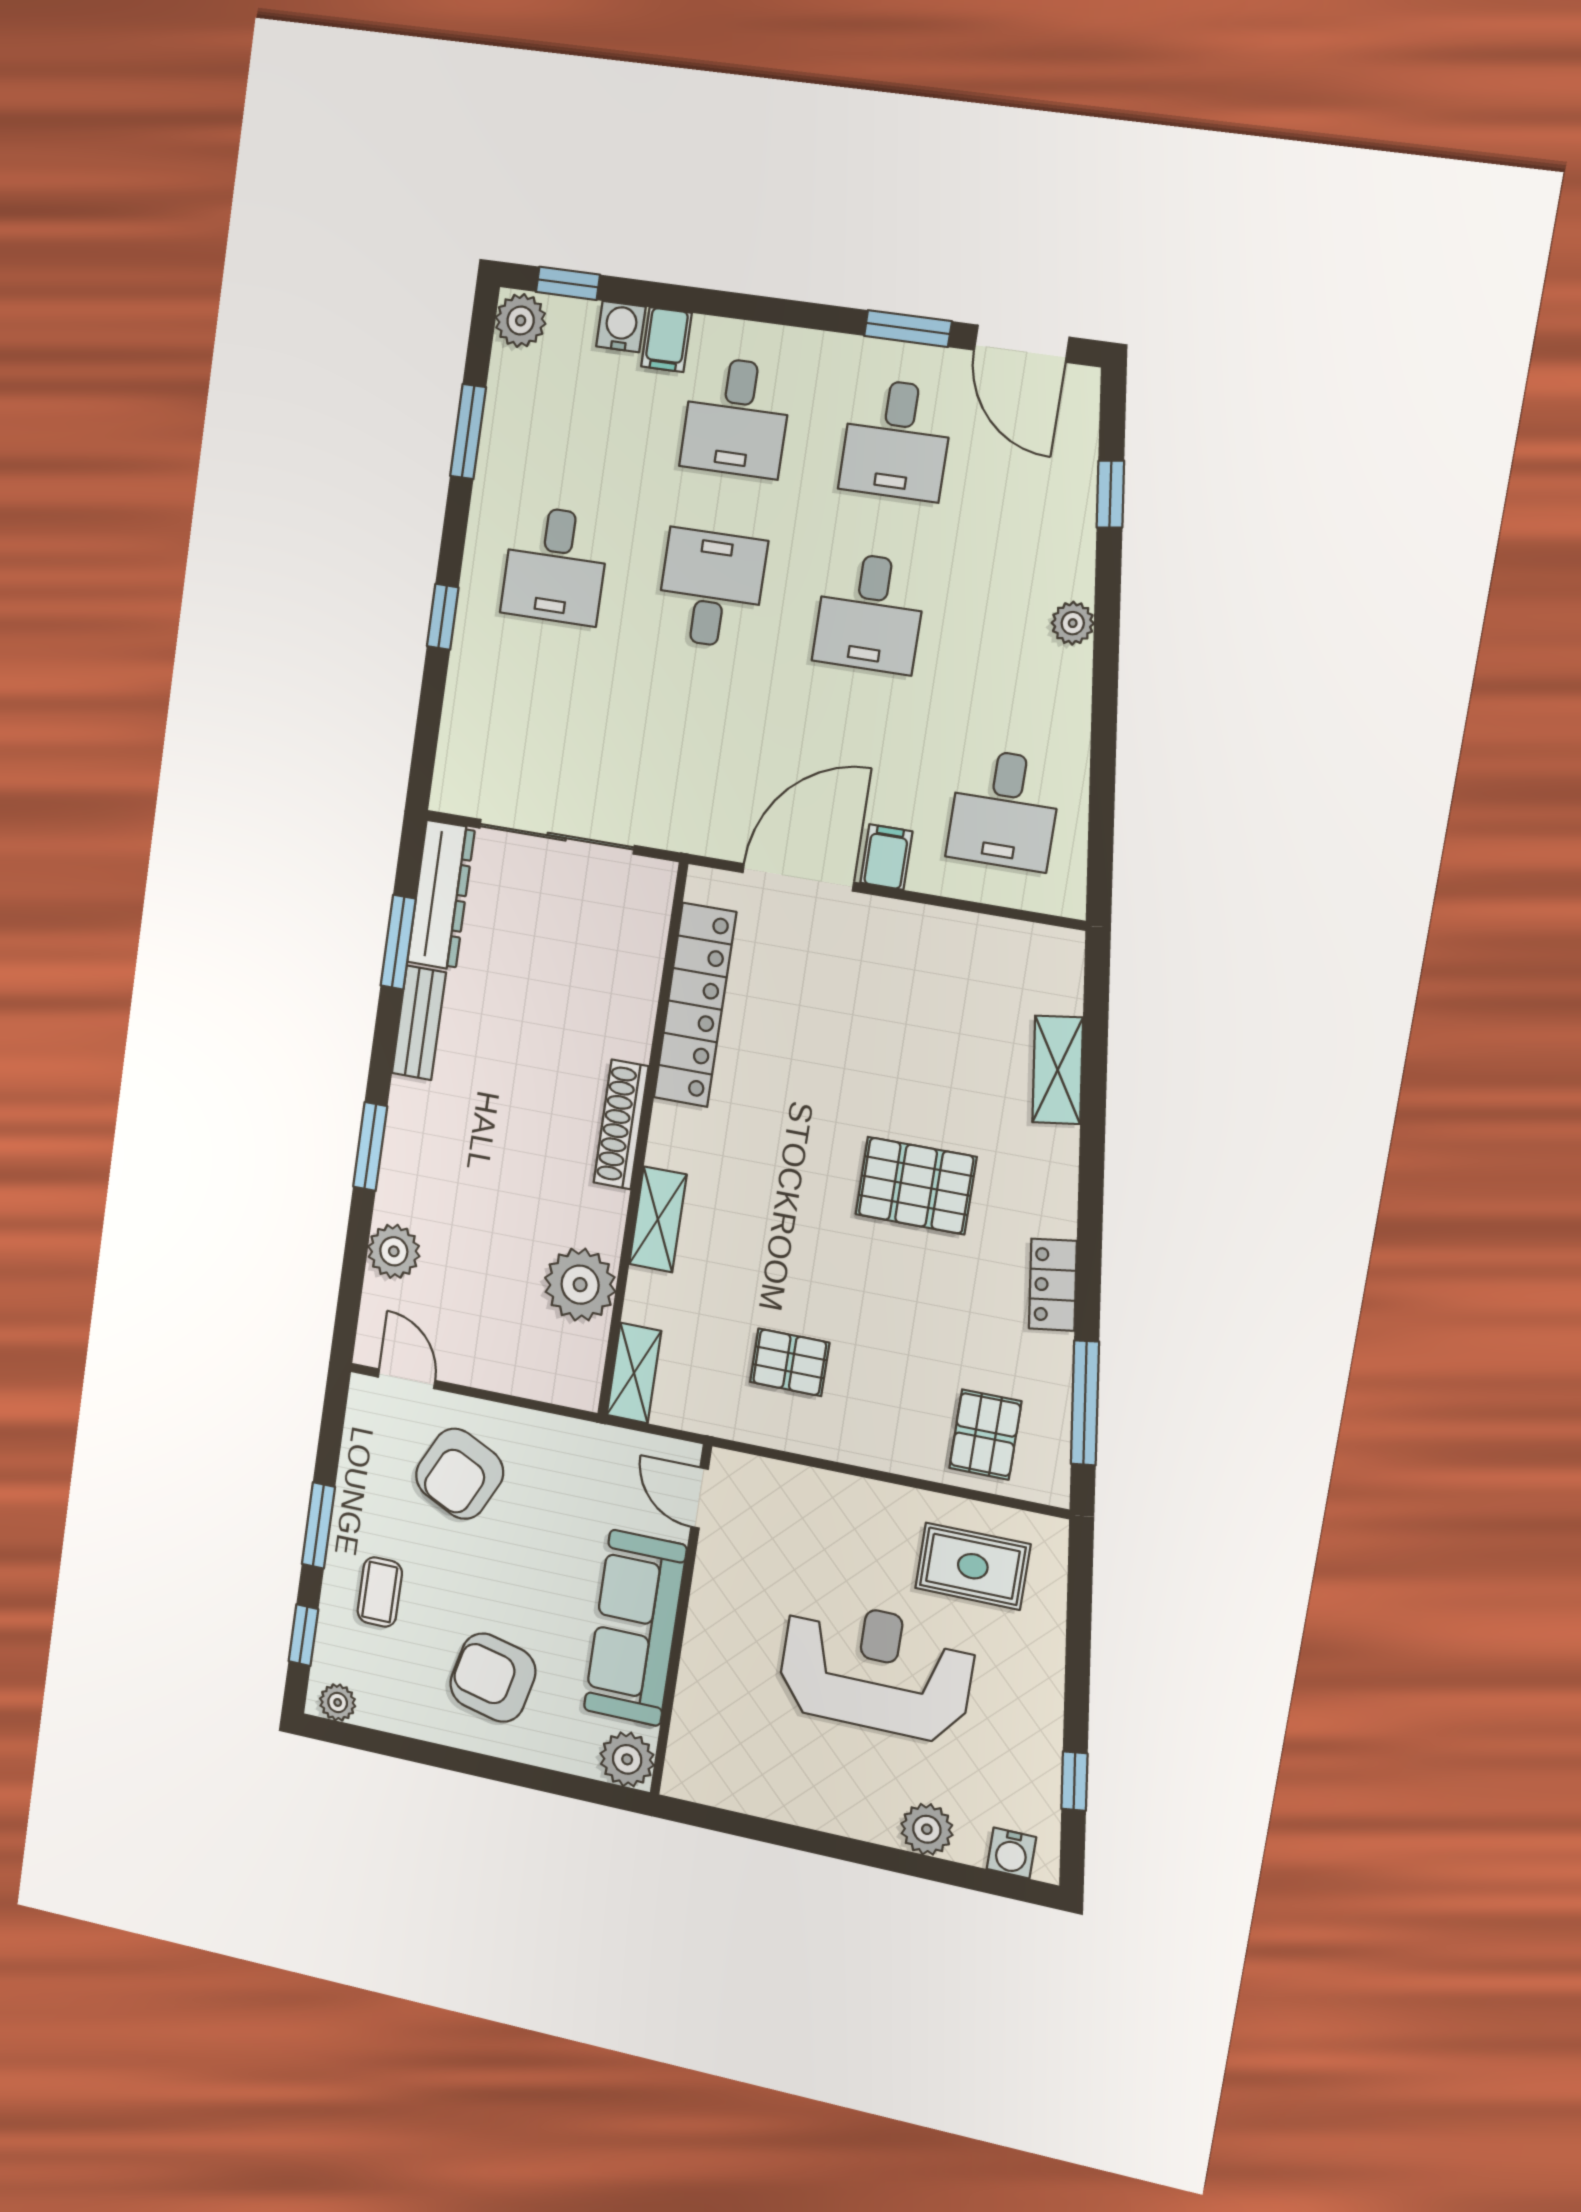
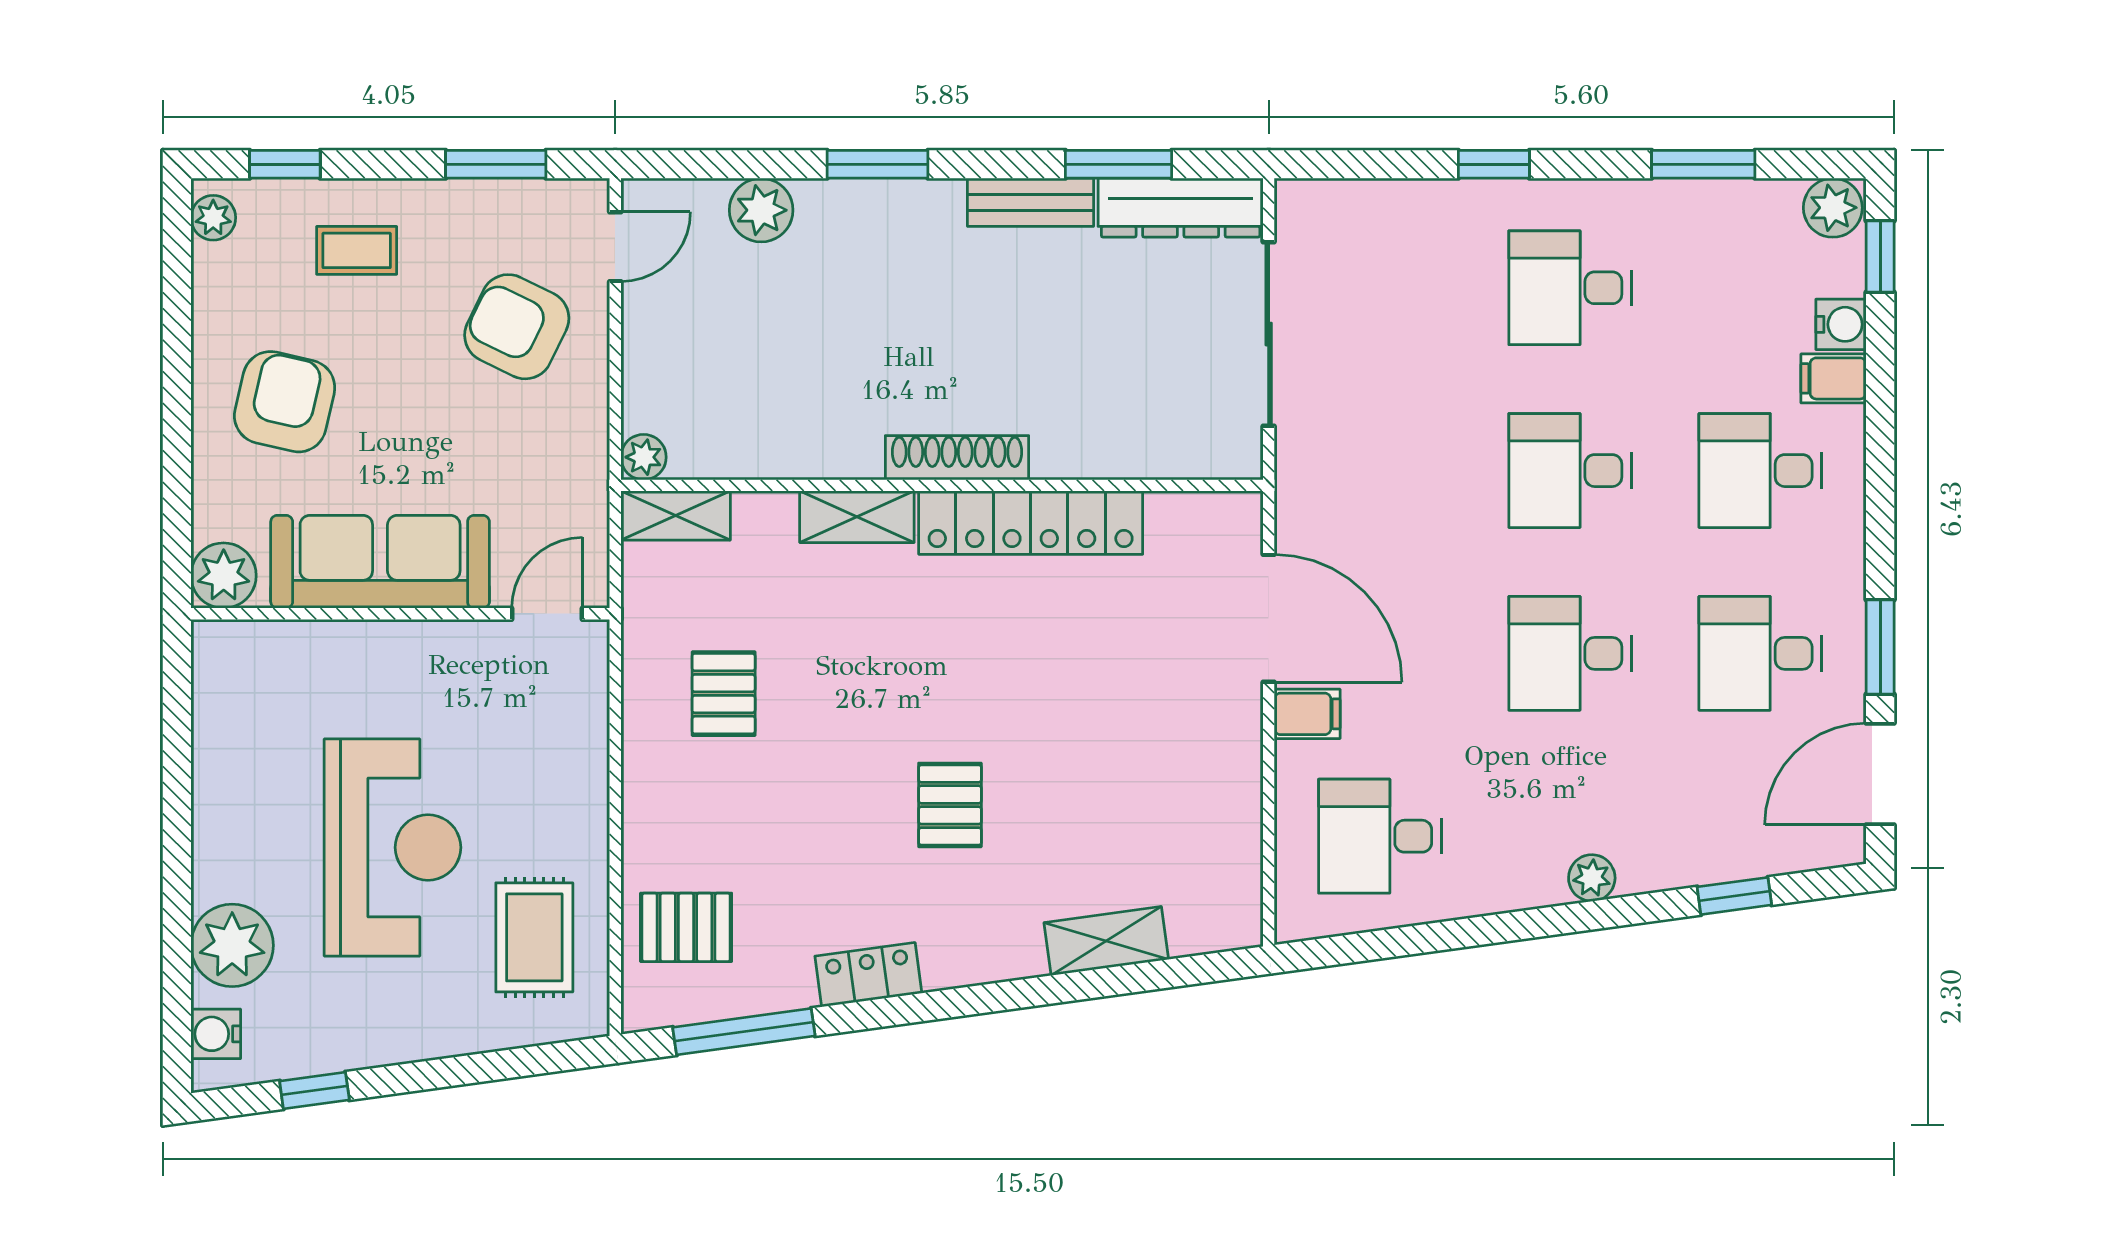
desk: (711, 589) -> (1570, 471), turned 180
locker: (695, 1005) -> (1031, 523), moved
pallet: (916, 1186) -> (950, 805), width x0.67, depth x0.71
plant: (580, 1285) -> (644, 457), moved, width x0.53, depth x0.53
window: (318, 1525) -> (496, 164), moved
plant: (927, 1829) -> (232, 945), width x1.36, depth x1.36

